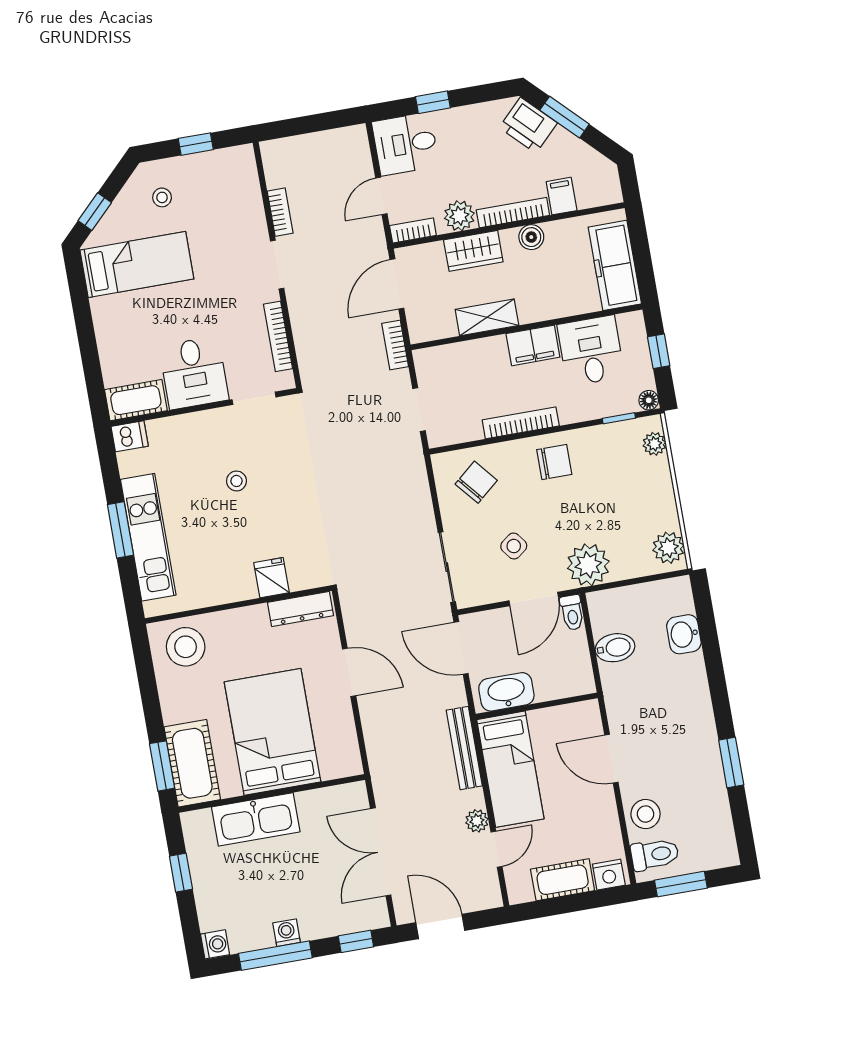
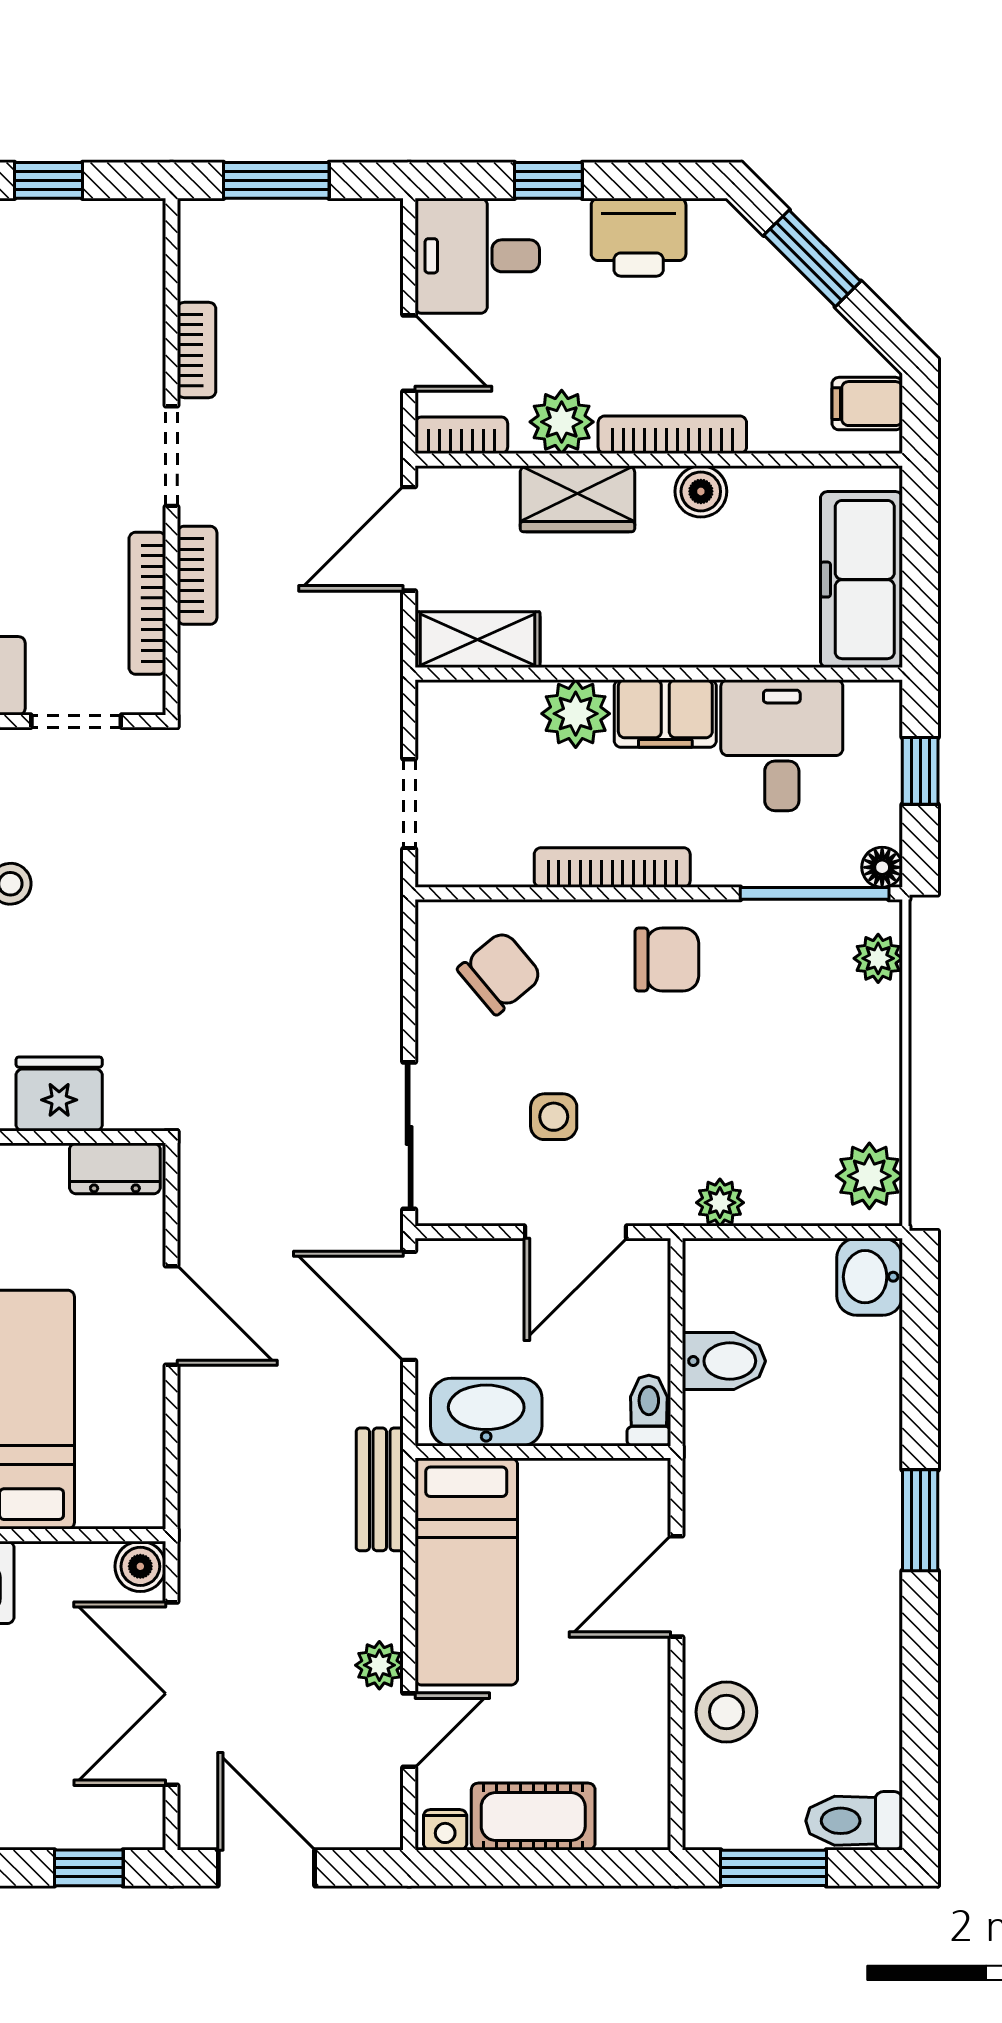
window: (304, 125) -> (276, 180), added
printer: (528, 125) -> (639, 237), moved, turned -45
door: (381, 196) -> (409, 353), swing flipped
filing cabinet: (562, 196) -> (867, 404), moved, turned -90
shelving: (487, 317) -> (477, 640), moved
bookcase: (395, 345) -> (197, 575), moved, turned 180
plant: (490, 353) -> (576, 714), added
window: (619, 418) -> (815, 893), width x2.17
side table: (514, 546) -> (554, 1117), turned 37
plant: (588, 565) -> (720, 1203), width x0.53, depth x0.53
fridge: (272, 578) -> (59, 1094), width x1.38
dresser: (300, 609) -> (115, 1168), width x0.70
toilet: (572, 613) -> (649, 1411), moved, turned 180
washbasin: (684, 634) -> (870, 1277), moved
bench: (464, 748) -> (380, 1489), width x0.73
door: (611, 759) -> (677, 1586), hinge flipped
window: (731, 763) -> (920, 1520), moved
boiler: (355, 794) -> (140, 1566), added
toilet: (655, 854) -> (854, 1821), moved, turned 180
nightstand: (609, 875) -> (445, 1830), moved, width x0.72, depth x0.74

